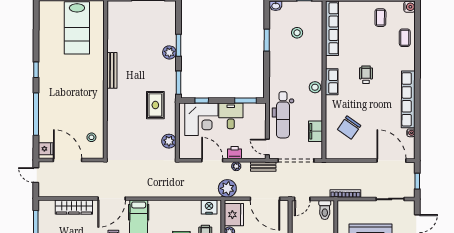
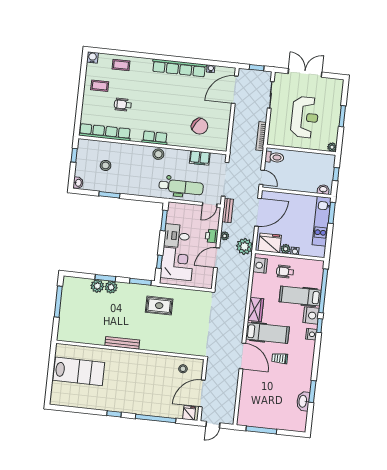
wheelchair: (366, 75) -> (123, 105), moved
plant: (169, 141) -> (97, 286), moved
wardrobe: (74, 207) -> (256, 310), moved, width x0.67

